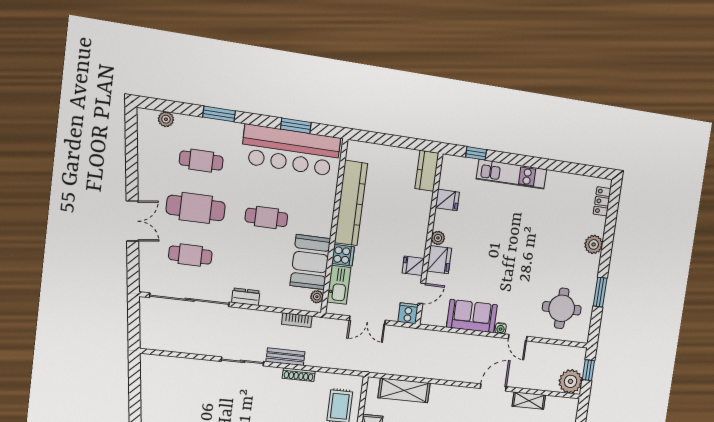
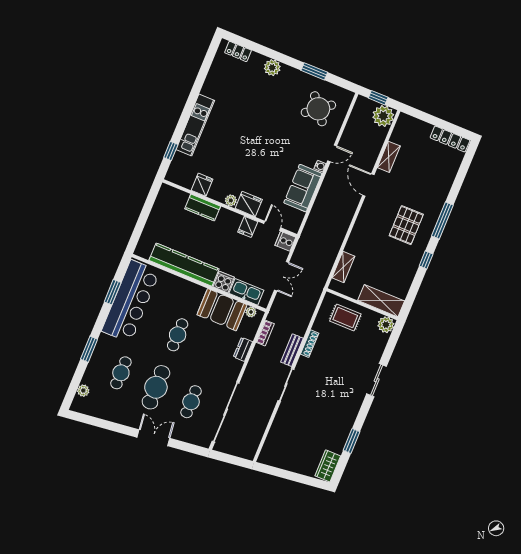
kitchen counter: (427, 171) -> (203, 208), moved
dresser: (246, 297) -> (243, 349), moved
round table: (562, 308) -> (318, 109), turned -38
shelving: (404, 390) -> (343, 267), width x0.67, depth x0.75

